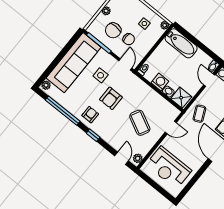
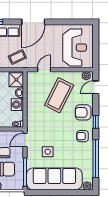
armchair: (111, 98) -> (83, 112), moved, turned 180
coffee table: (140, 123) -> (59, 95), width x1.36, depth x1.32
door: (171, 127) -> (44, 70), hinge flipped

